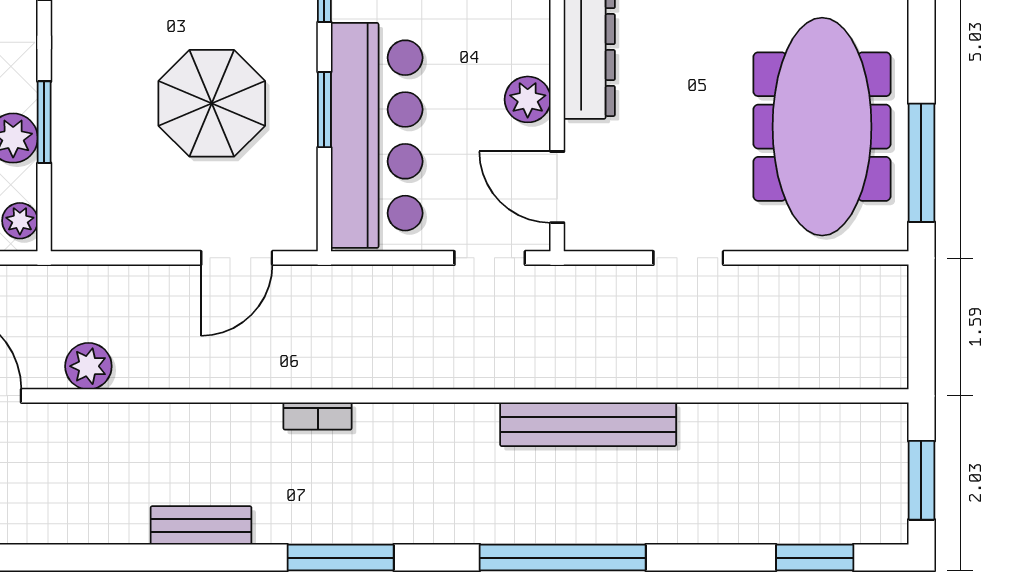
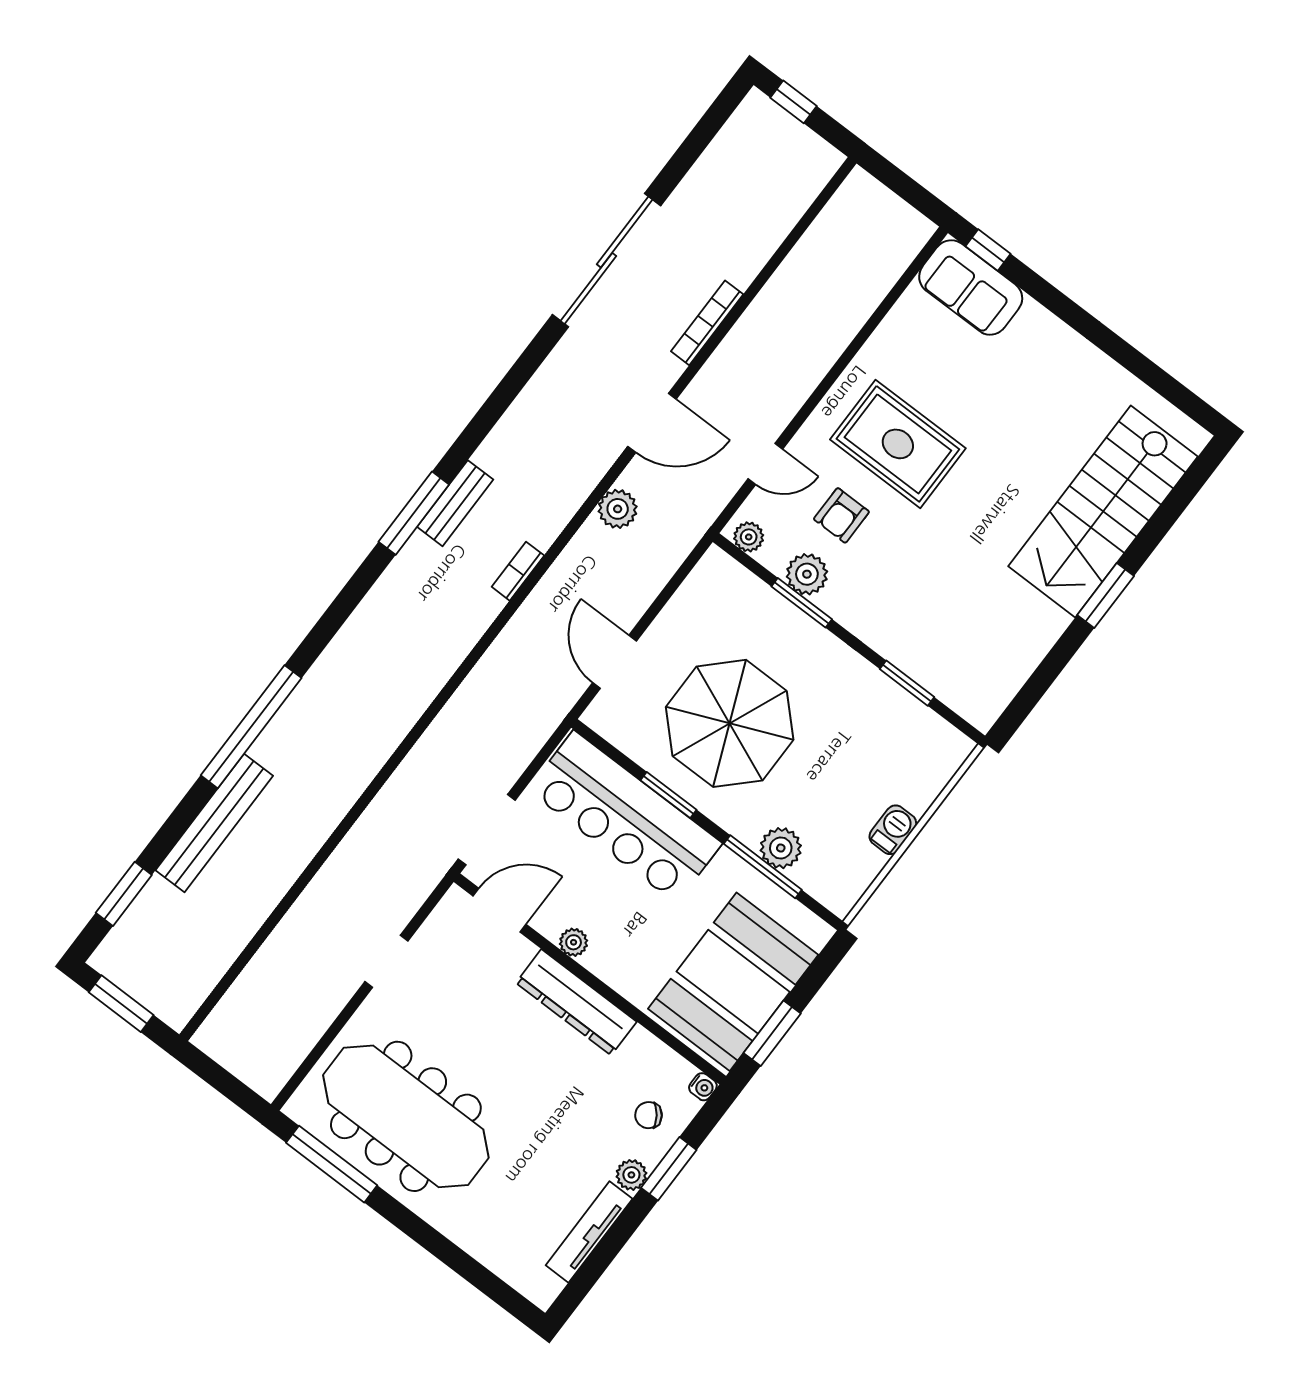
plant: (528, 99) -> (574, 942), width x0.73, depth x0.73
parasol: (212, 103) -> (730, 723), width x1.36, depth x1.36
doorway: (490, 258) -> (487, 830), width x1.38
bookcase: (318, 416) -> (518, 571), moved
bench: (588, 424) -> (214, 823), moved
window: (341, 558) -> (414, 513), moved

